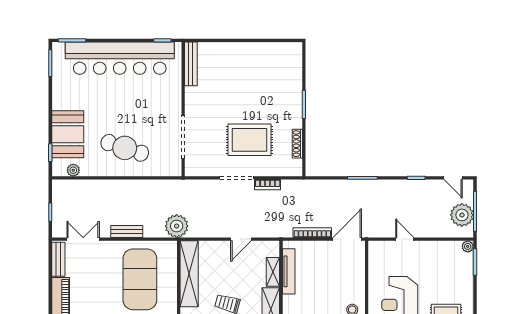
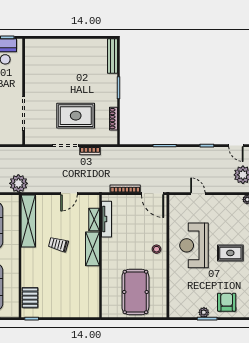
bench: (191, 64) -> (112, 56), moved
door: (347, 239) -> (153, 194), swing flipped

